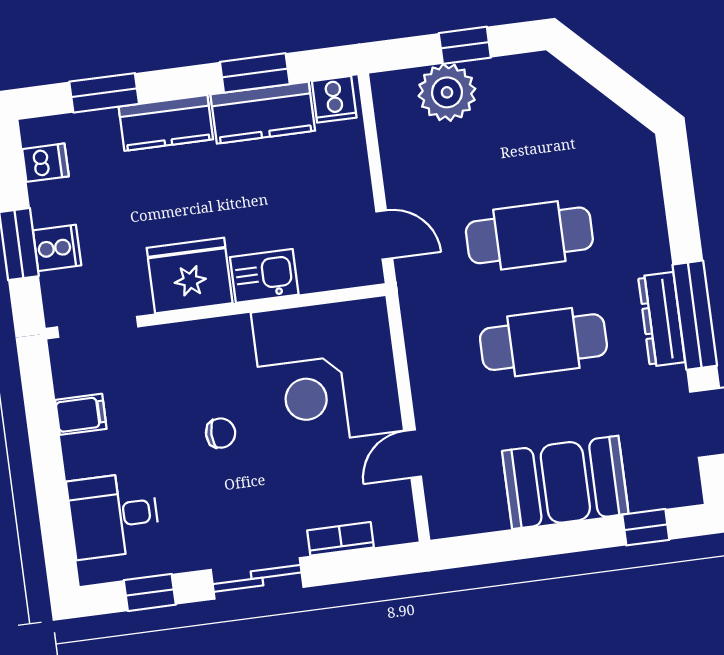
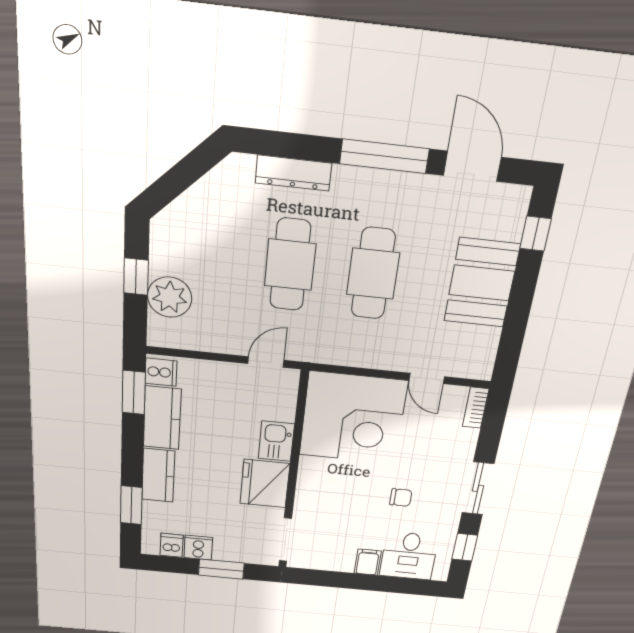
window: (255, 73) -> (134, 392), moved
cooker: (57, 248) -> (198, 548), moved
dresser: (662, 319) -> (293, 173), moved
filing cabinet: (81, 414) -> (368, 562), moved
chair: (221, 433) -> (401, 497), moved, turned 90
bookcase: (341, 539) -> (476, 408), moved

